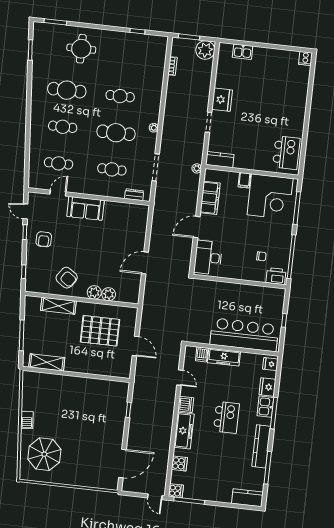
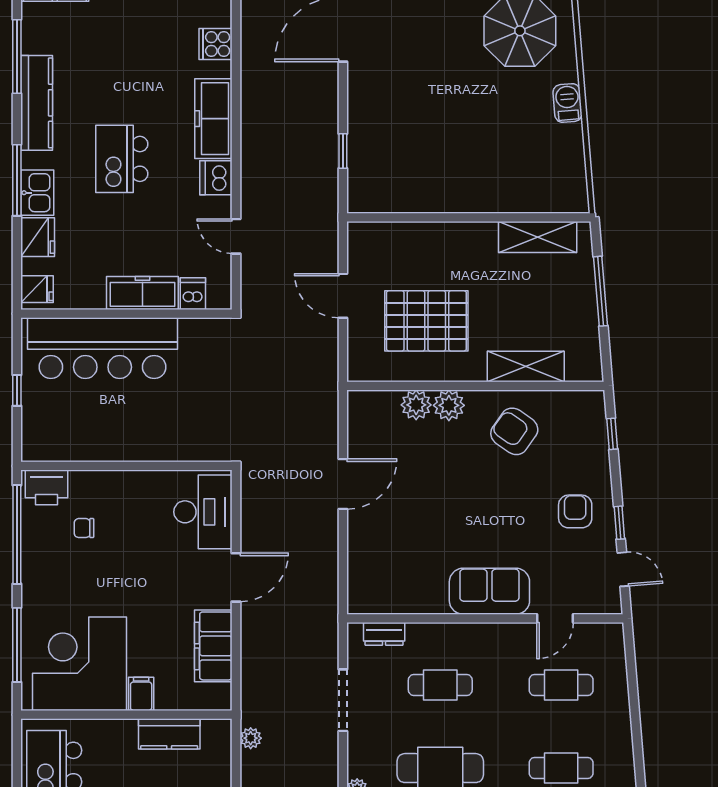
kitchen counter: (220, 160) -> (169, 734), moved
plant: (197, 168) -> (251, 738), moved

